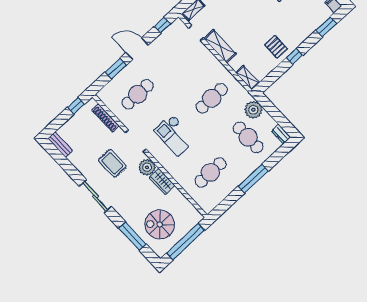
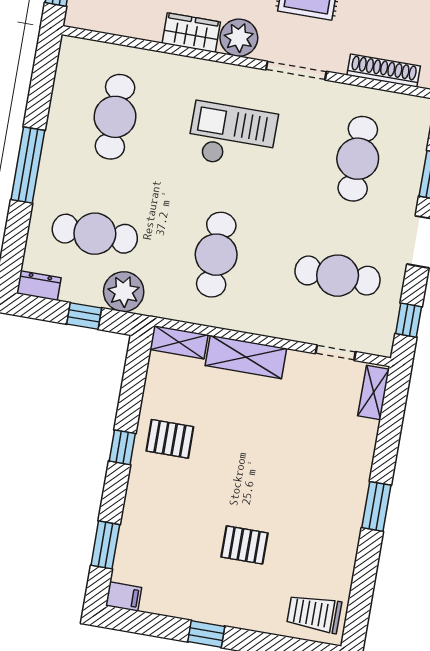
shelving: (220, 46) -> (246, 357), moved
cafe table: (175, 59) -> (338, 276), added
window: (273, 112) -> (84, 316), added

